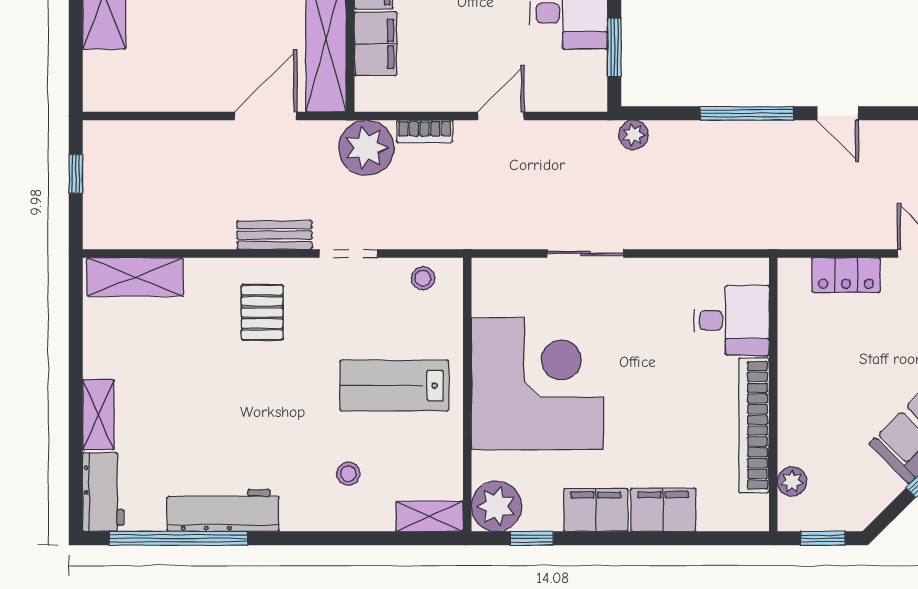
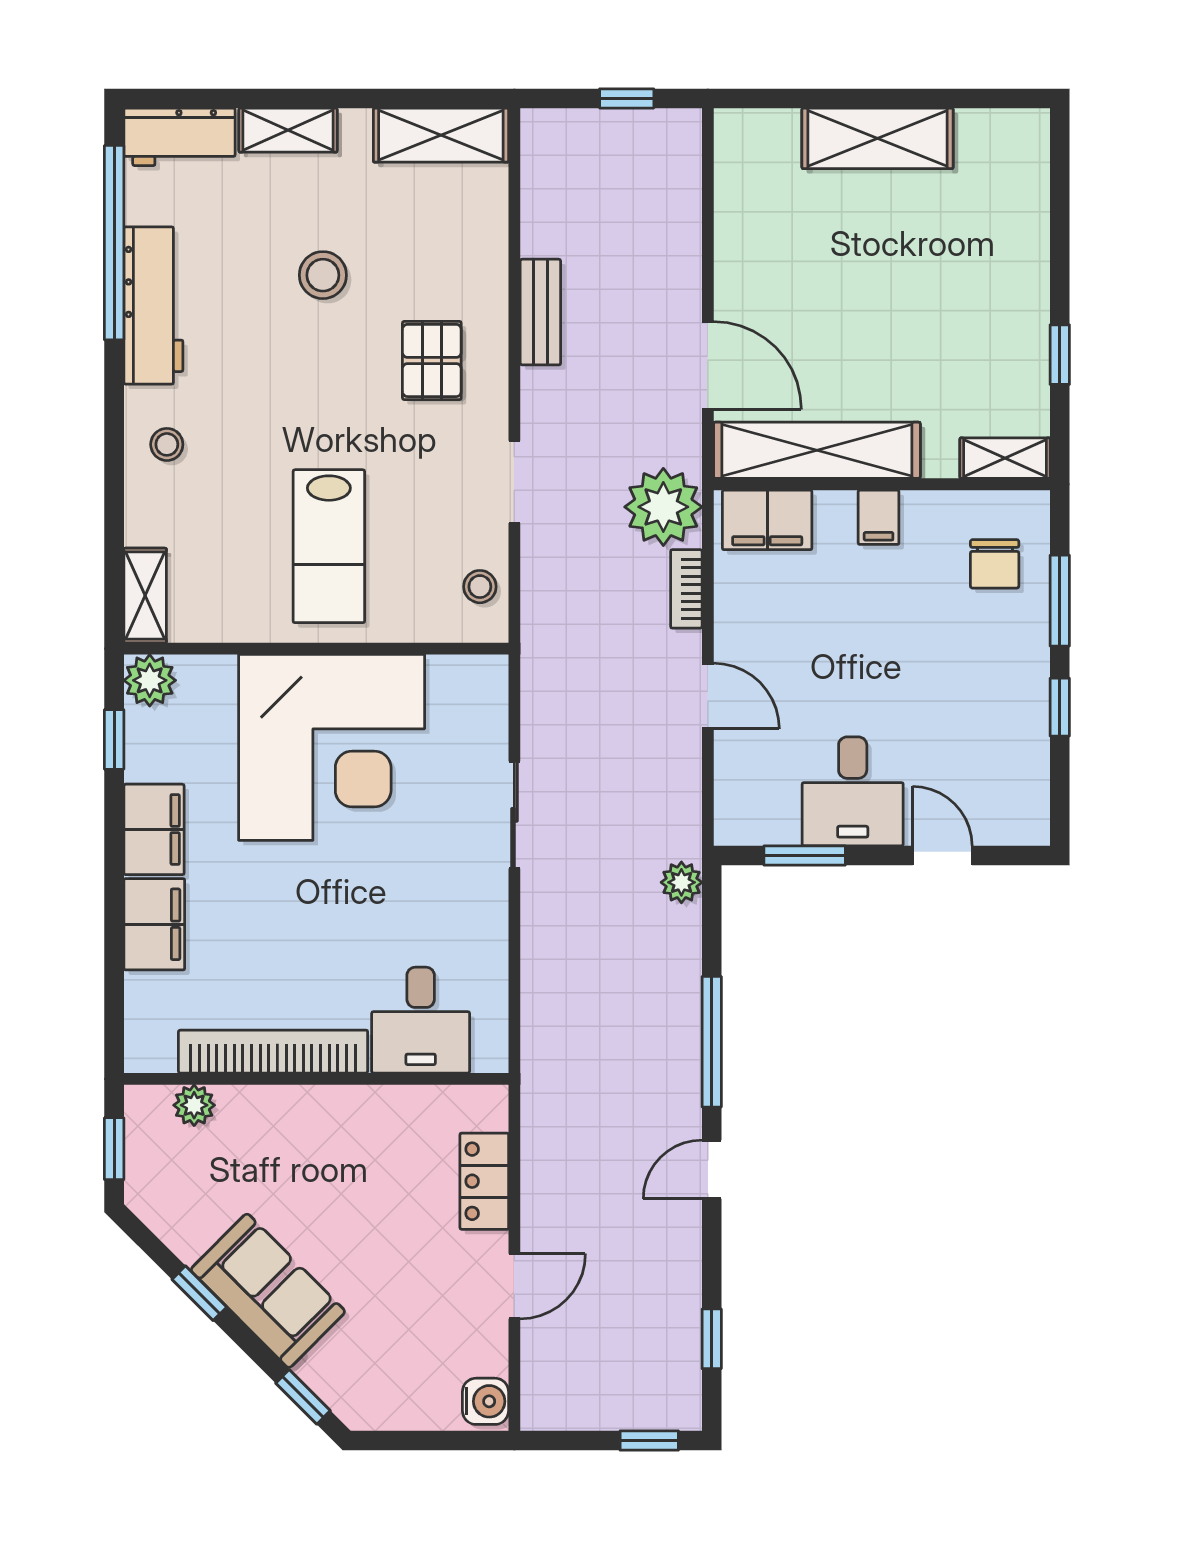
filing cabinet: (376, 44) -> (767, 520), moved
bench: (274, 235) -> (540, 312), moved
shelving: (135, 277) -> (441, 135), moved, turned 90
pallet: (262, 312) -> (432, 360), turned 90
lab bench: (394, 386) -> (329, 546), turned 180
stool: (201, 390) -> (323, 275), added
stool: (348, 474) -> (167, 444), moved
plant: (496, 506) -> (150, 680), width x0.73, depth x0.73

